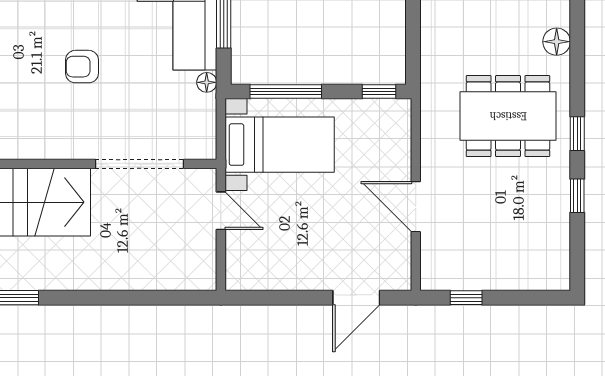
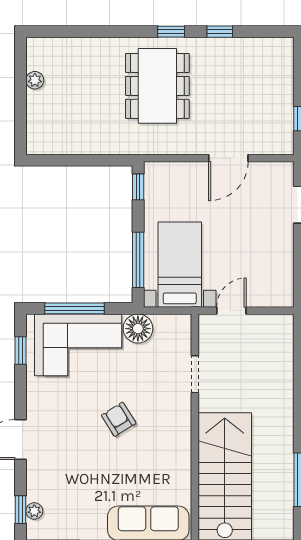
floor lamp: (557, 42) -> (99, 48), removed
armchair: (82, 67) -> (119, 419), turned 148
floor lamp: (207, 82) -> (138, 329), width x1.89, depth x1.89
doorway: (140, 164) -> (195, 374), width x0.53

